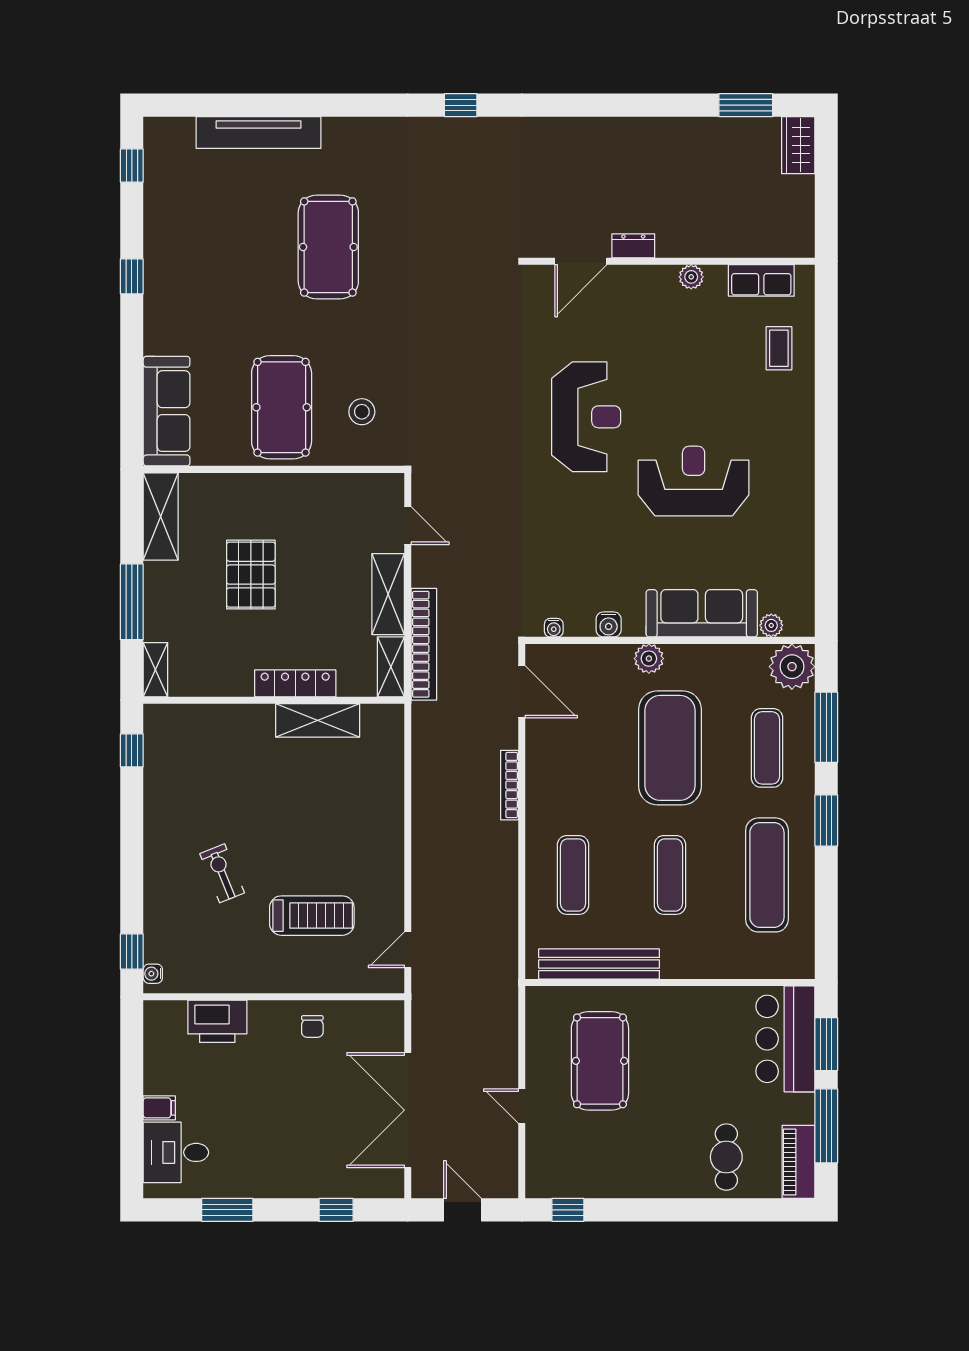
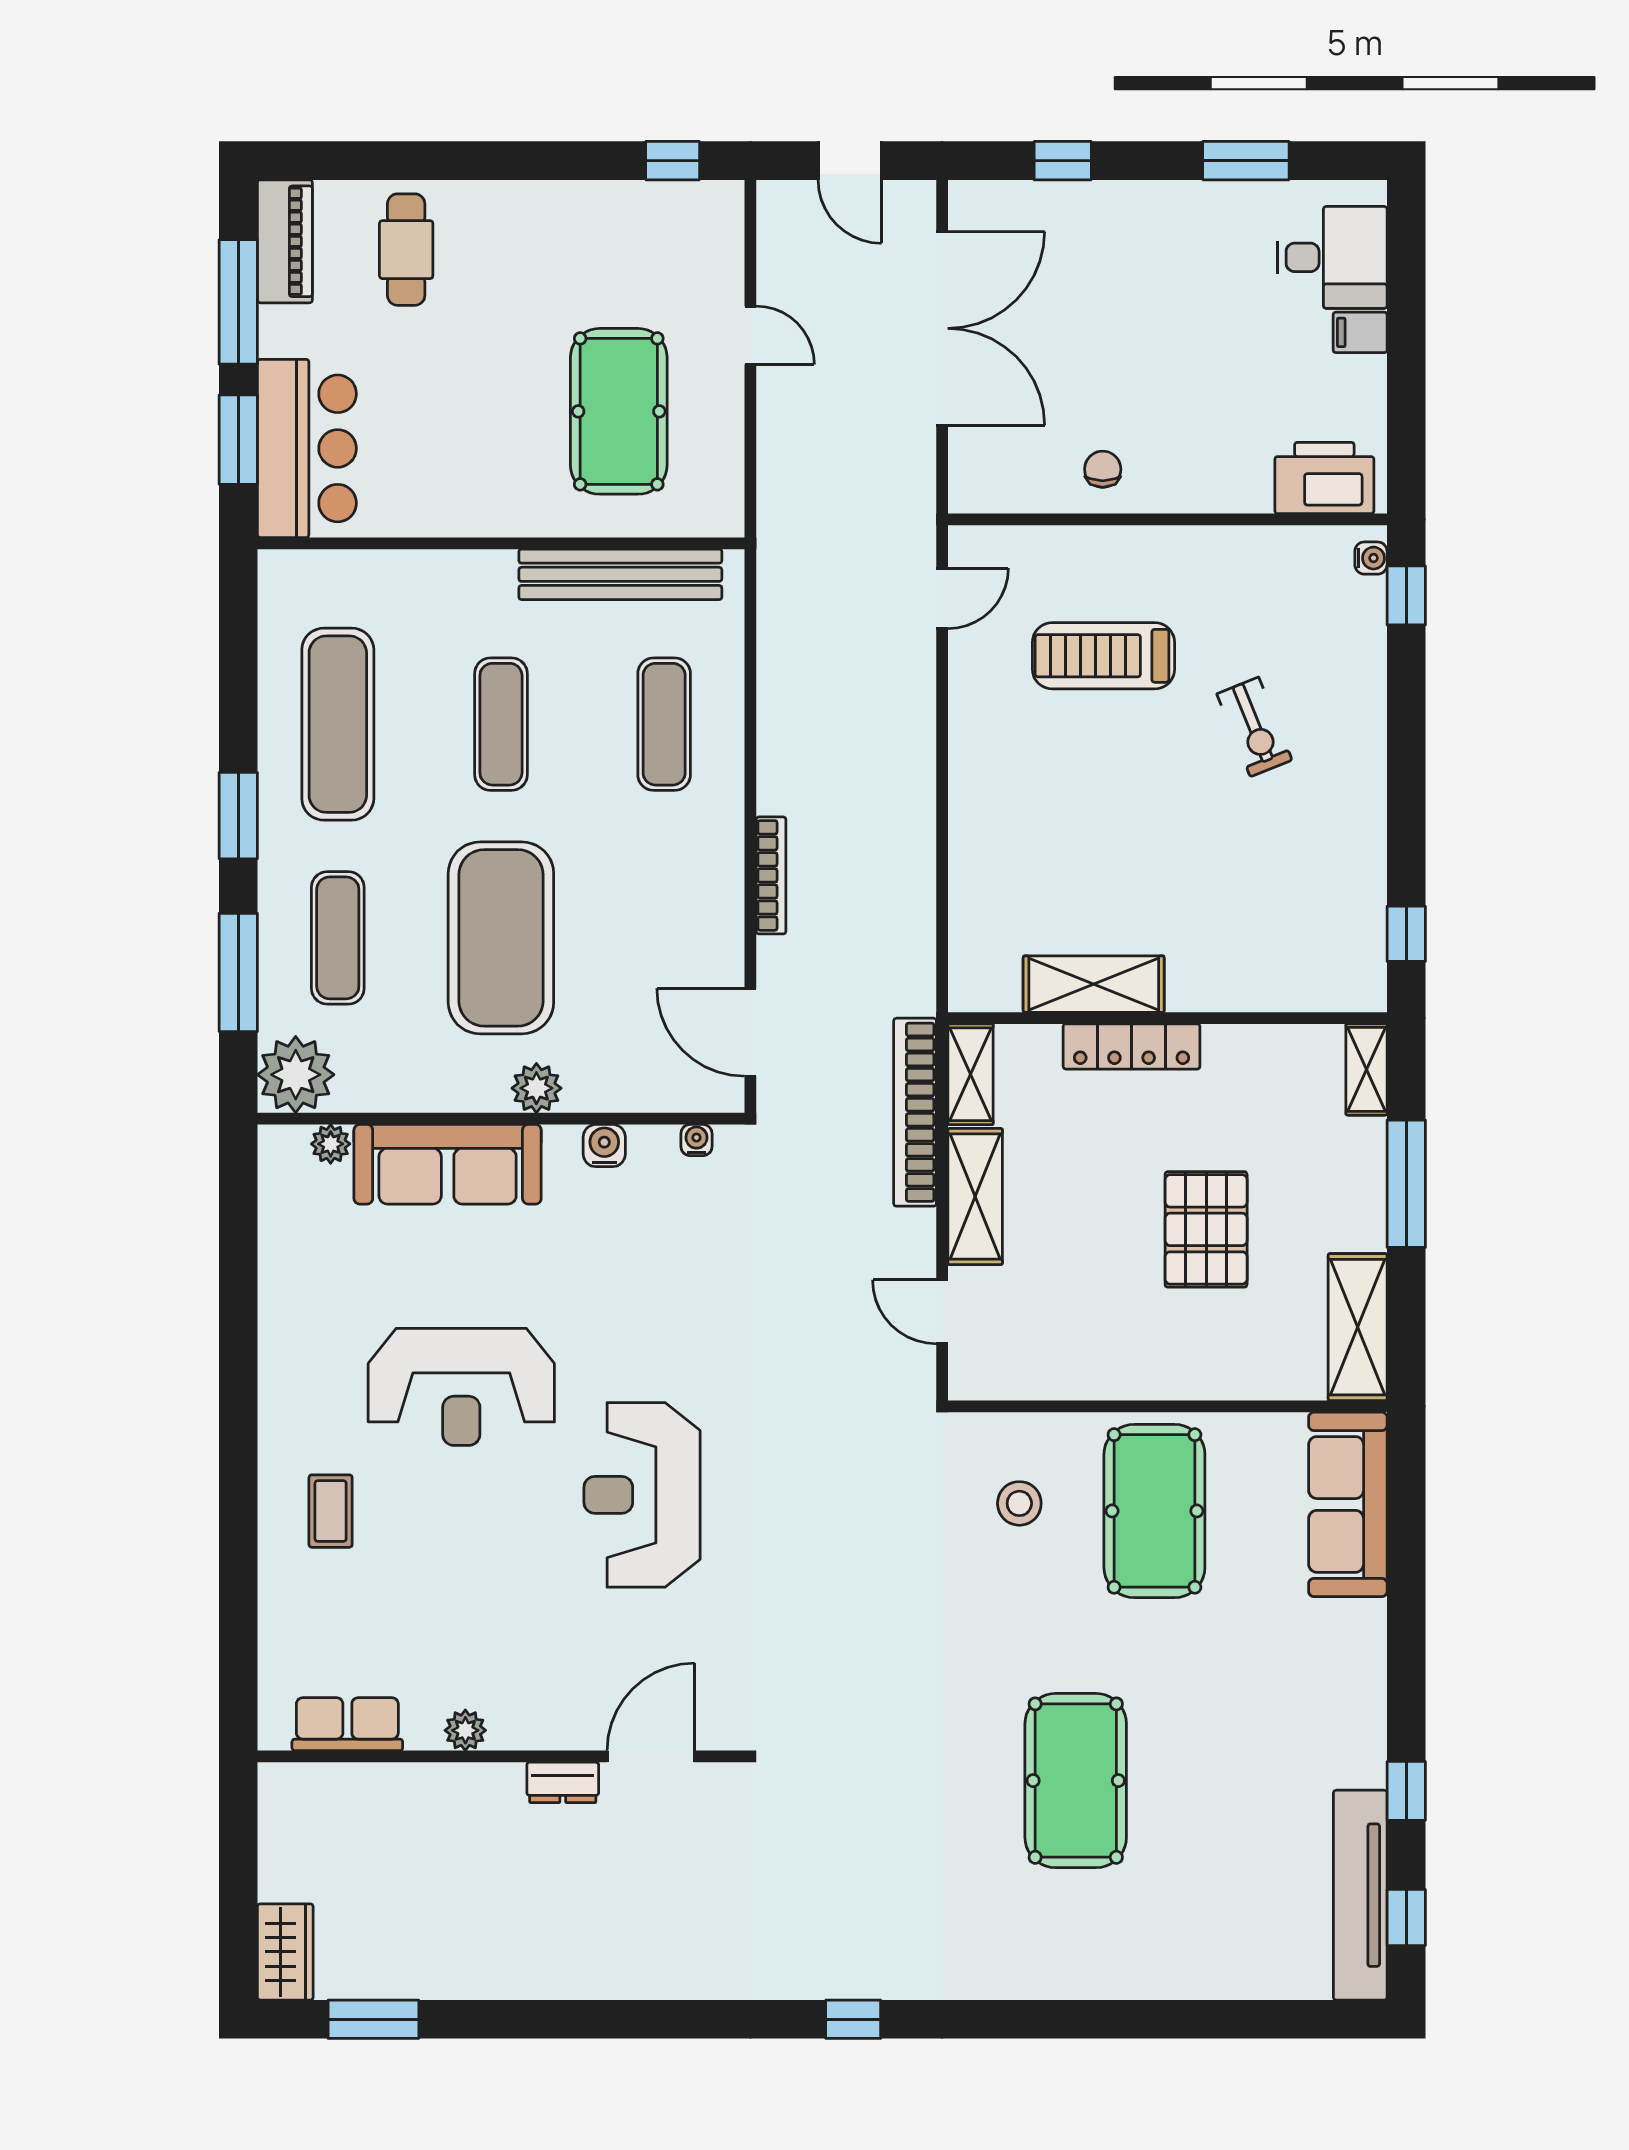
tv unit: (258, 132) -> (1360, 1895), moved, turned -90
window: (132, 276) -> (1406, 1791), moved
coffee table: (779, 348) -> (331, 1511), moved
printer: (217, 1021) -> (1324, 478), moved

